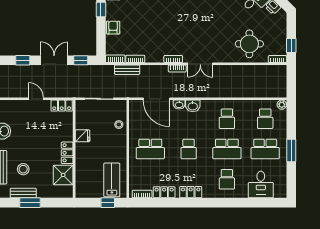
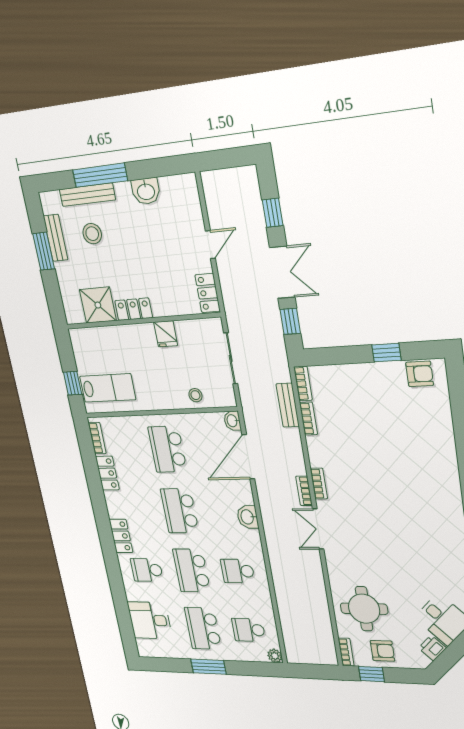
armchair: (113, 28) -> (383, 651), moved
washbasin: (179, 105) -> (232, 421), moved
school desk: (189, 149) -> (180, 511), width x1.85
locker: (191, 192) -> (121, 536), moved

